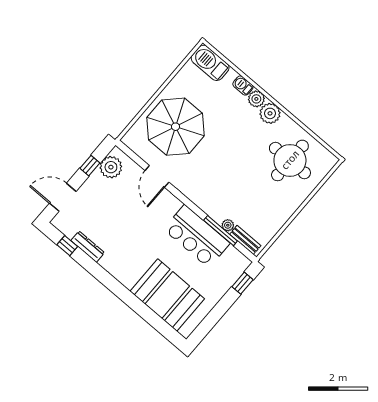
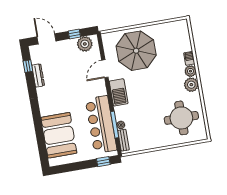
barbecue: (210, 63) -> (119, 92), moved, turned 180
bar counter: (197, 236) -> (101, 125), width x1.36

